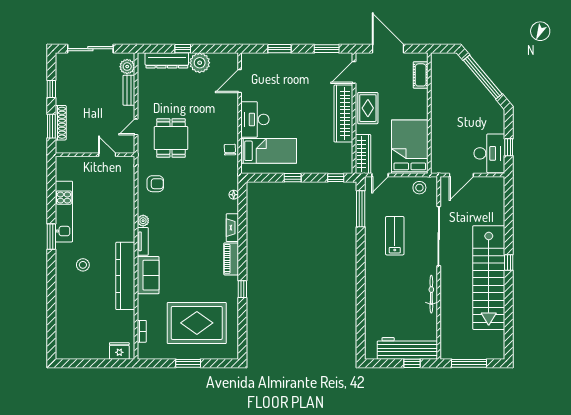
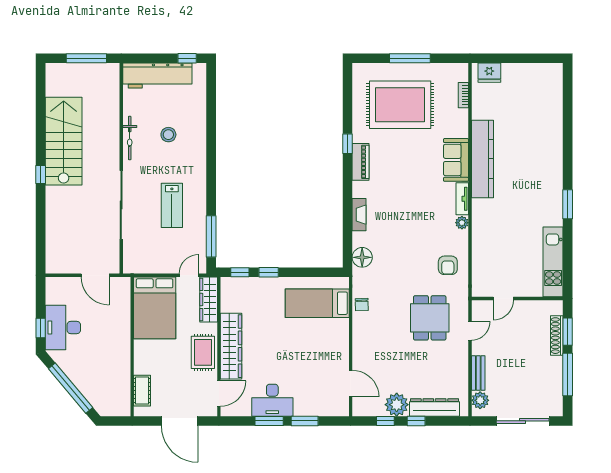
window: (209, 49) -> (385, 421), added
window: (327, 49) -> (269, 421), moved
door: (240, 81) -> (351, 384), hinge flipped
window: (51, 89) -> (568, 374), width x2.17
desk: (255, 119) -> (272, 400), moved, turned 90
window: (509, 147) -> (41, 328), moved
desk: (489, 153) -> (63, 328), moved
door: (107, 155) -> (503, 299), hinge flipped
door: (461, 175) -> (95, 275), swing flipped
window: (293, 178) -> (269, 272), moved
armchair: (155, 184) -> (448, 265), turned -90
stool: (419, 188) -> (168, 135), moved
floor lamp: (234, 195) -> (362, 257), width x1.89, depth x1.89
kitchen unit: (64, 212) -> (553, 262), moved
piano: (231, 259) -> (360, 162), moved
stool: (83, 265) -> (531, 172), removed
stairs: (489, 278) -> (64, 141), width x0.73
window: (188, 363) -> (410, 58), width x1.44
window: (412, 363) -> (187, 58), moved

